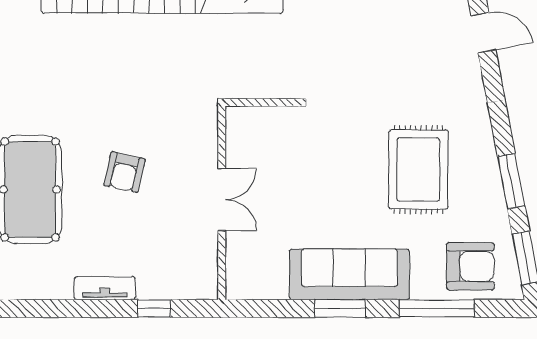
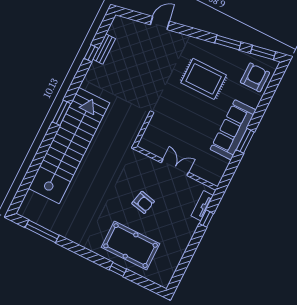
tv unit: (105, 288) -> (202, 206), moved
window: (437, 308) -> (266, 100), removed

